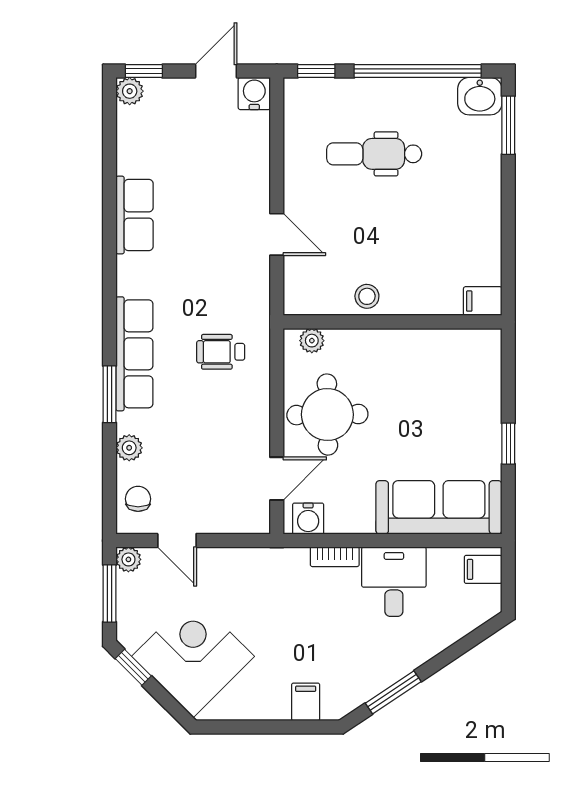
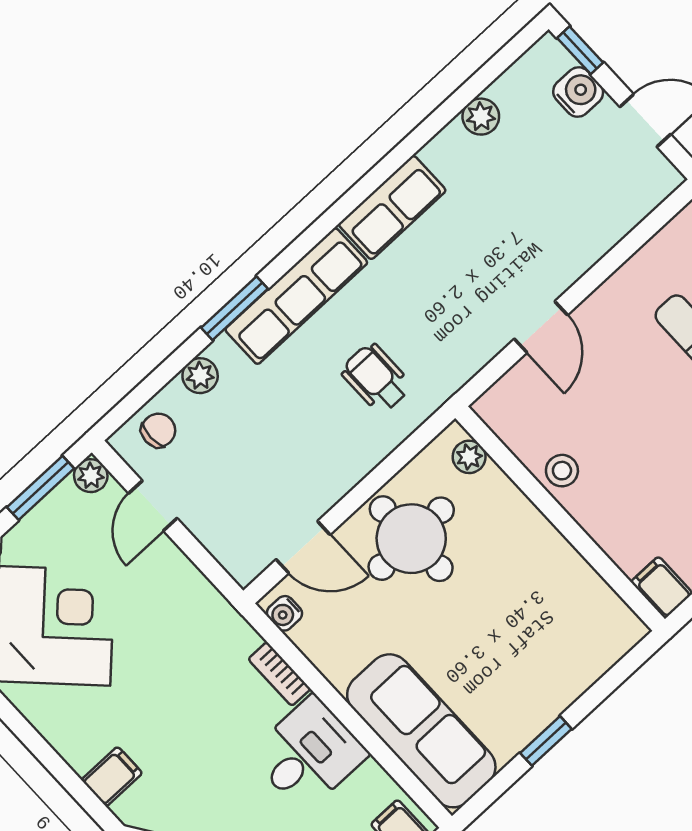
plant: (130, 91) -> (481, 117), moved
water cooler: (254, 94) -> (578, 92), moved
row of seats: (135, 215) -> (392, 207), moved
water cooler: (308, 519) -> (284, 613), width x0.72, depth x0.72

